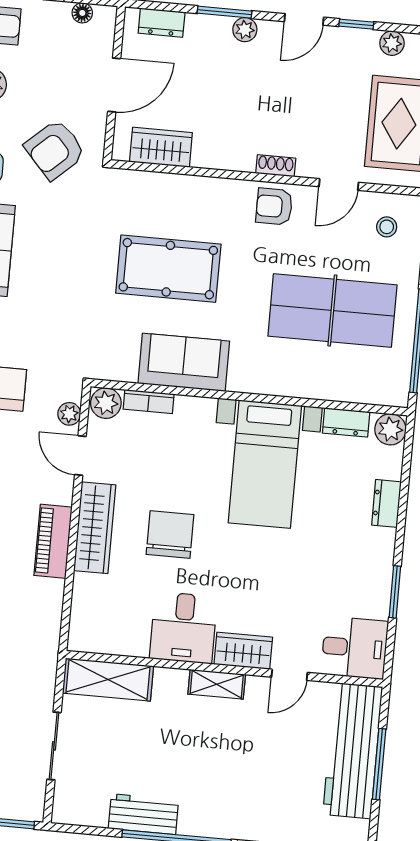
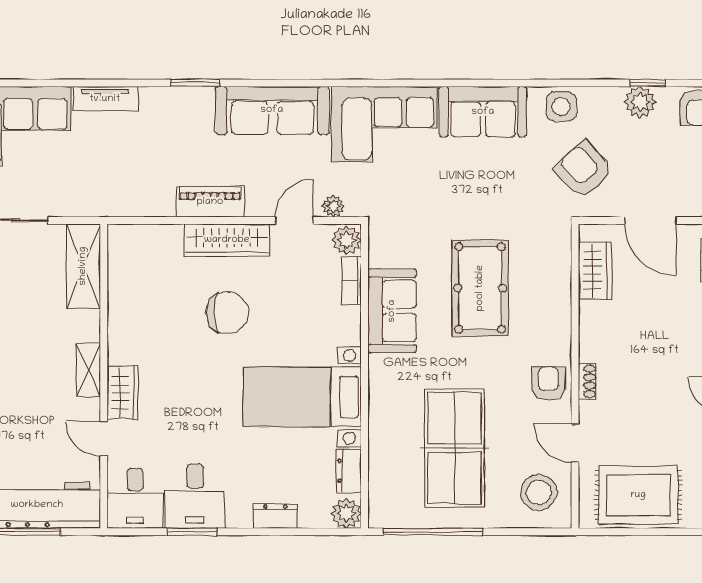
stool: (387, 227) -> (539, 492), width x1.89, depth x1.89
desk: (183, 628) -> (195, 496), moved, turned -90

